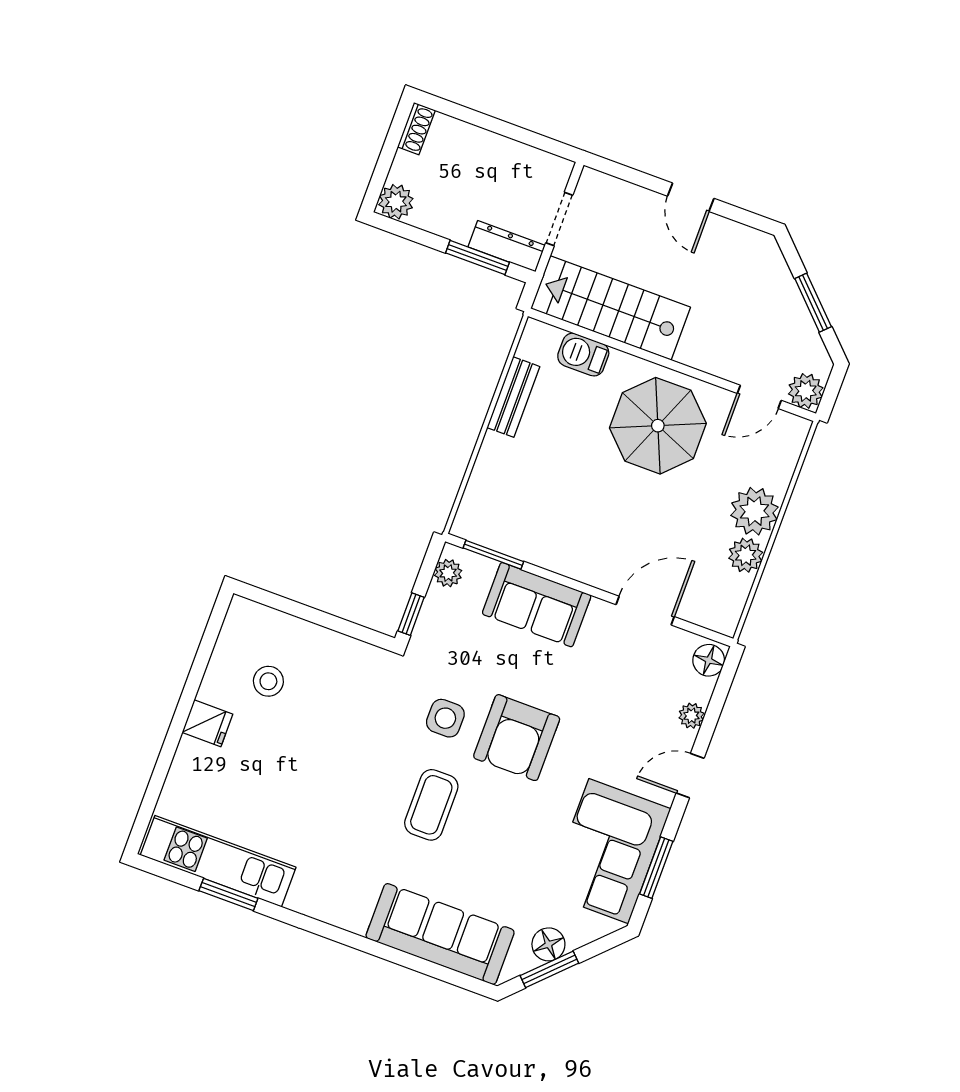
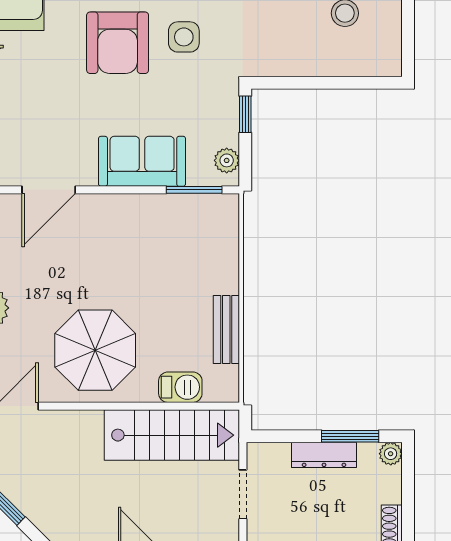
plant: (396, 202) -> (391, 454), width x0.73, depth x0.73
dresser: (507, 246) -> (324, 455), moved
window: (478, 258) -> (350, 436), moved
armchair: (517, 738) -> (118, 43), turned 180

